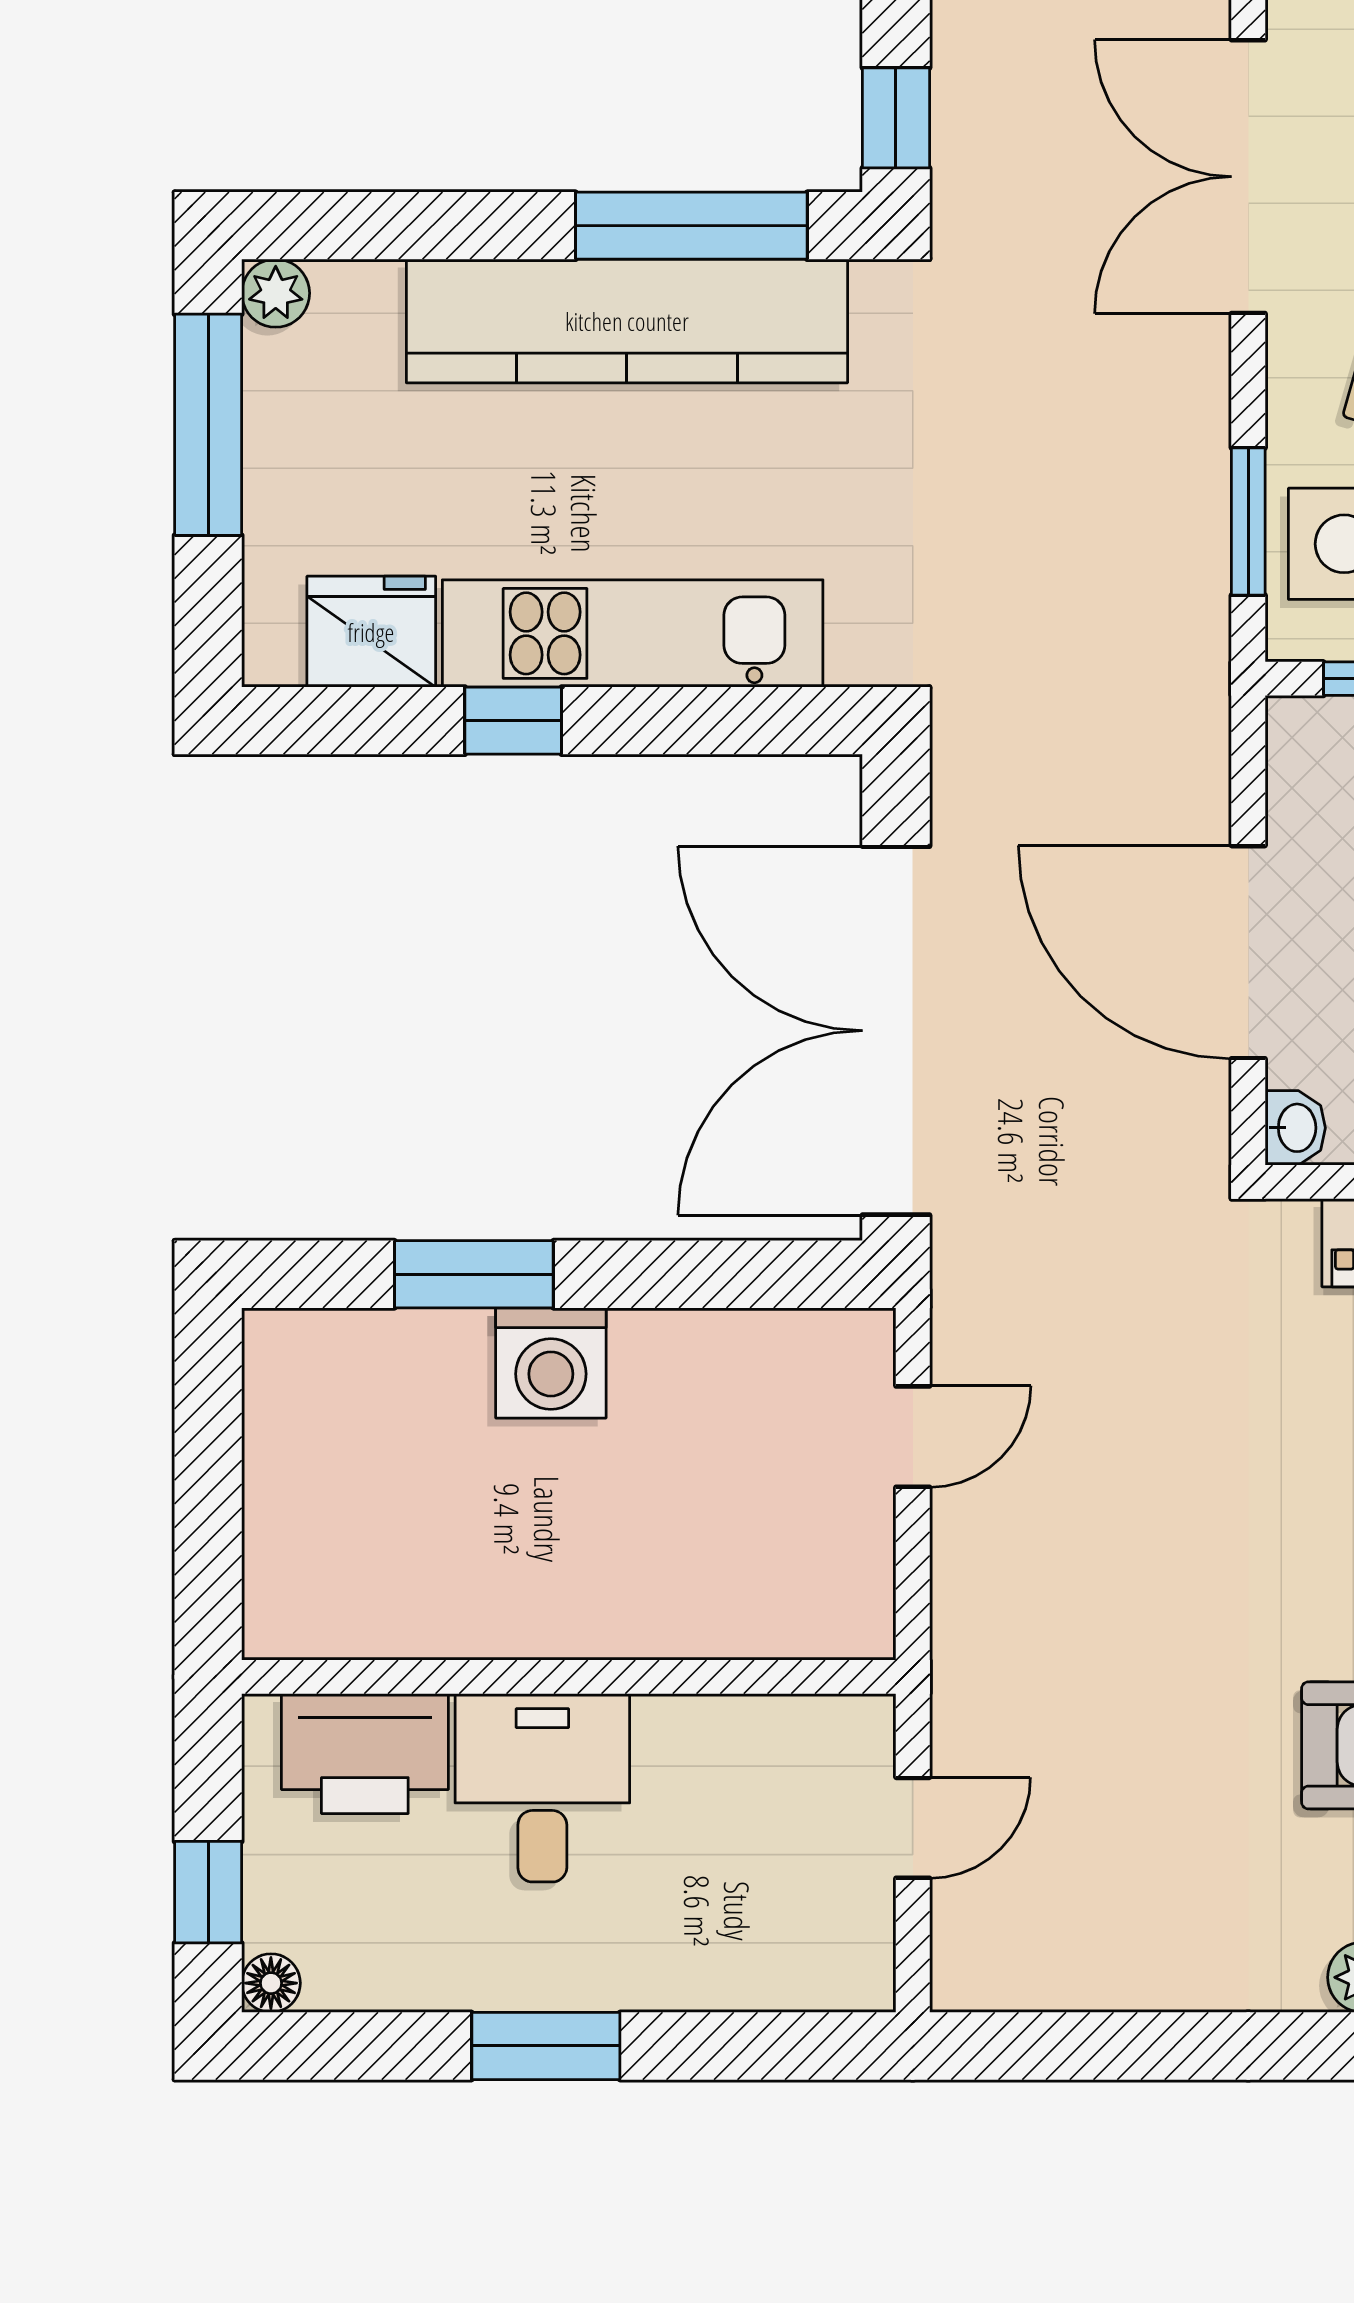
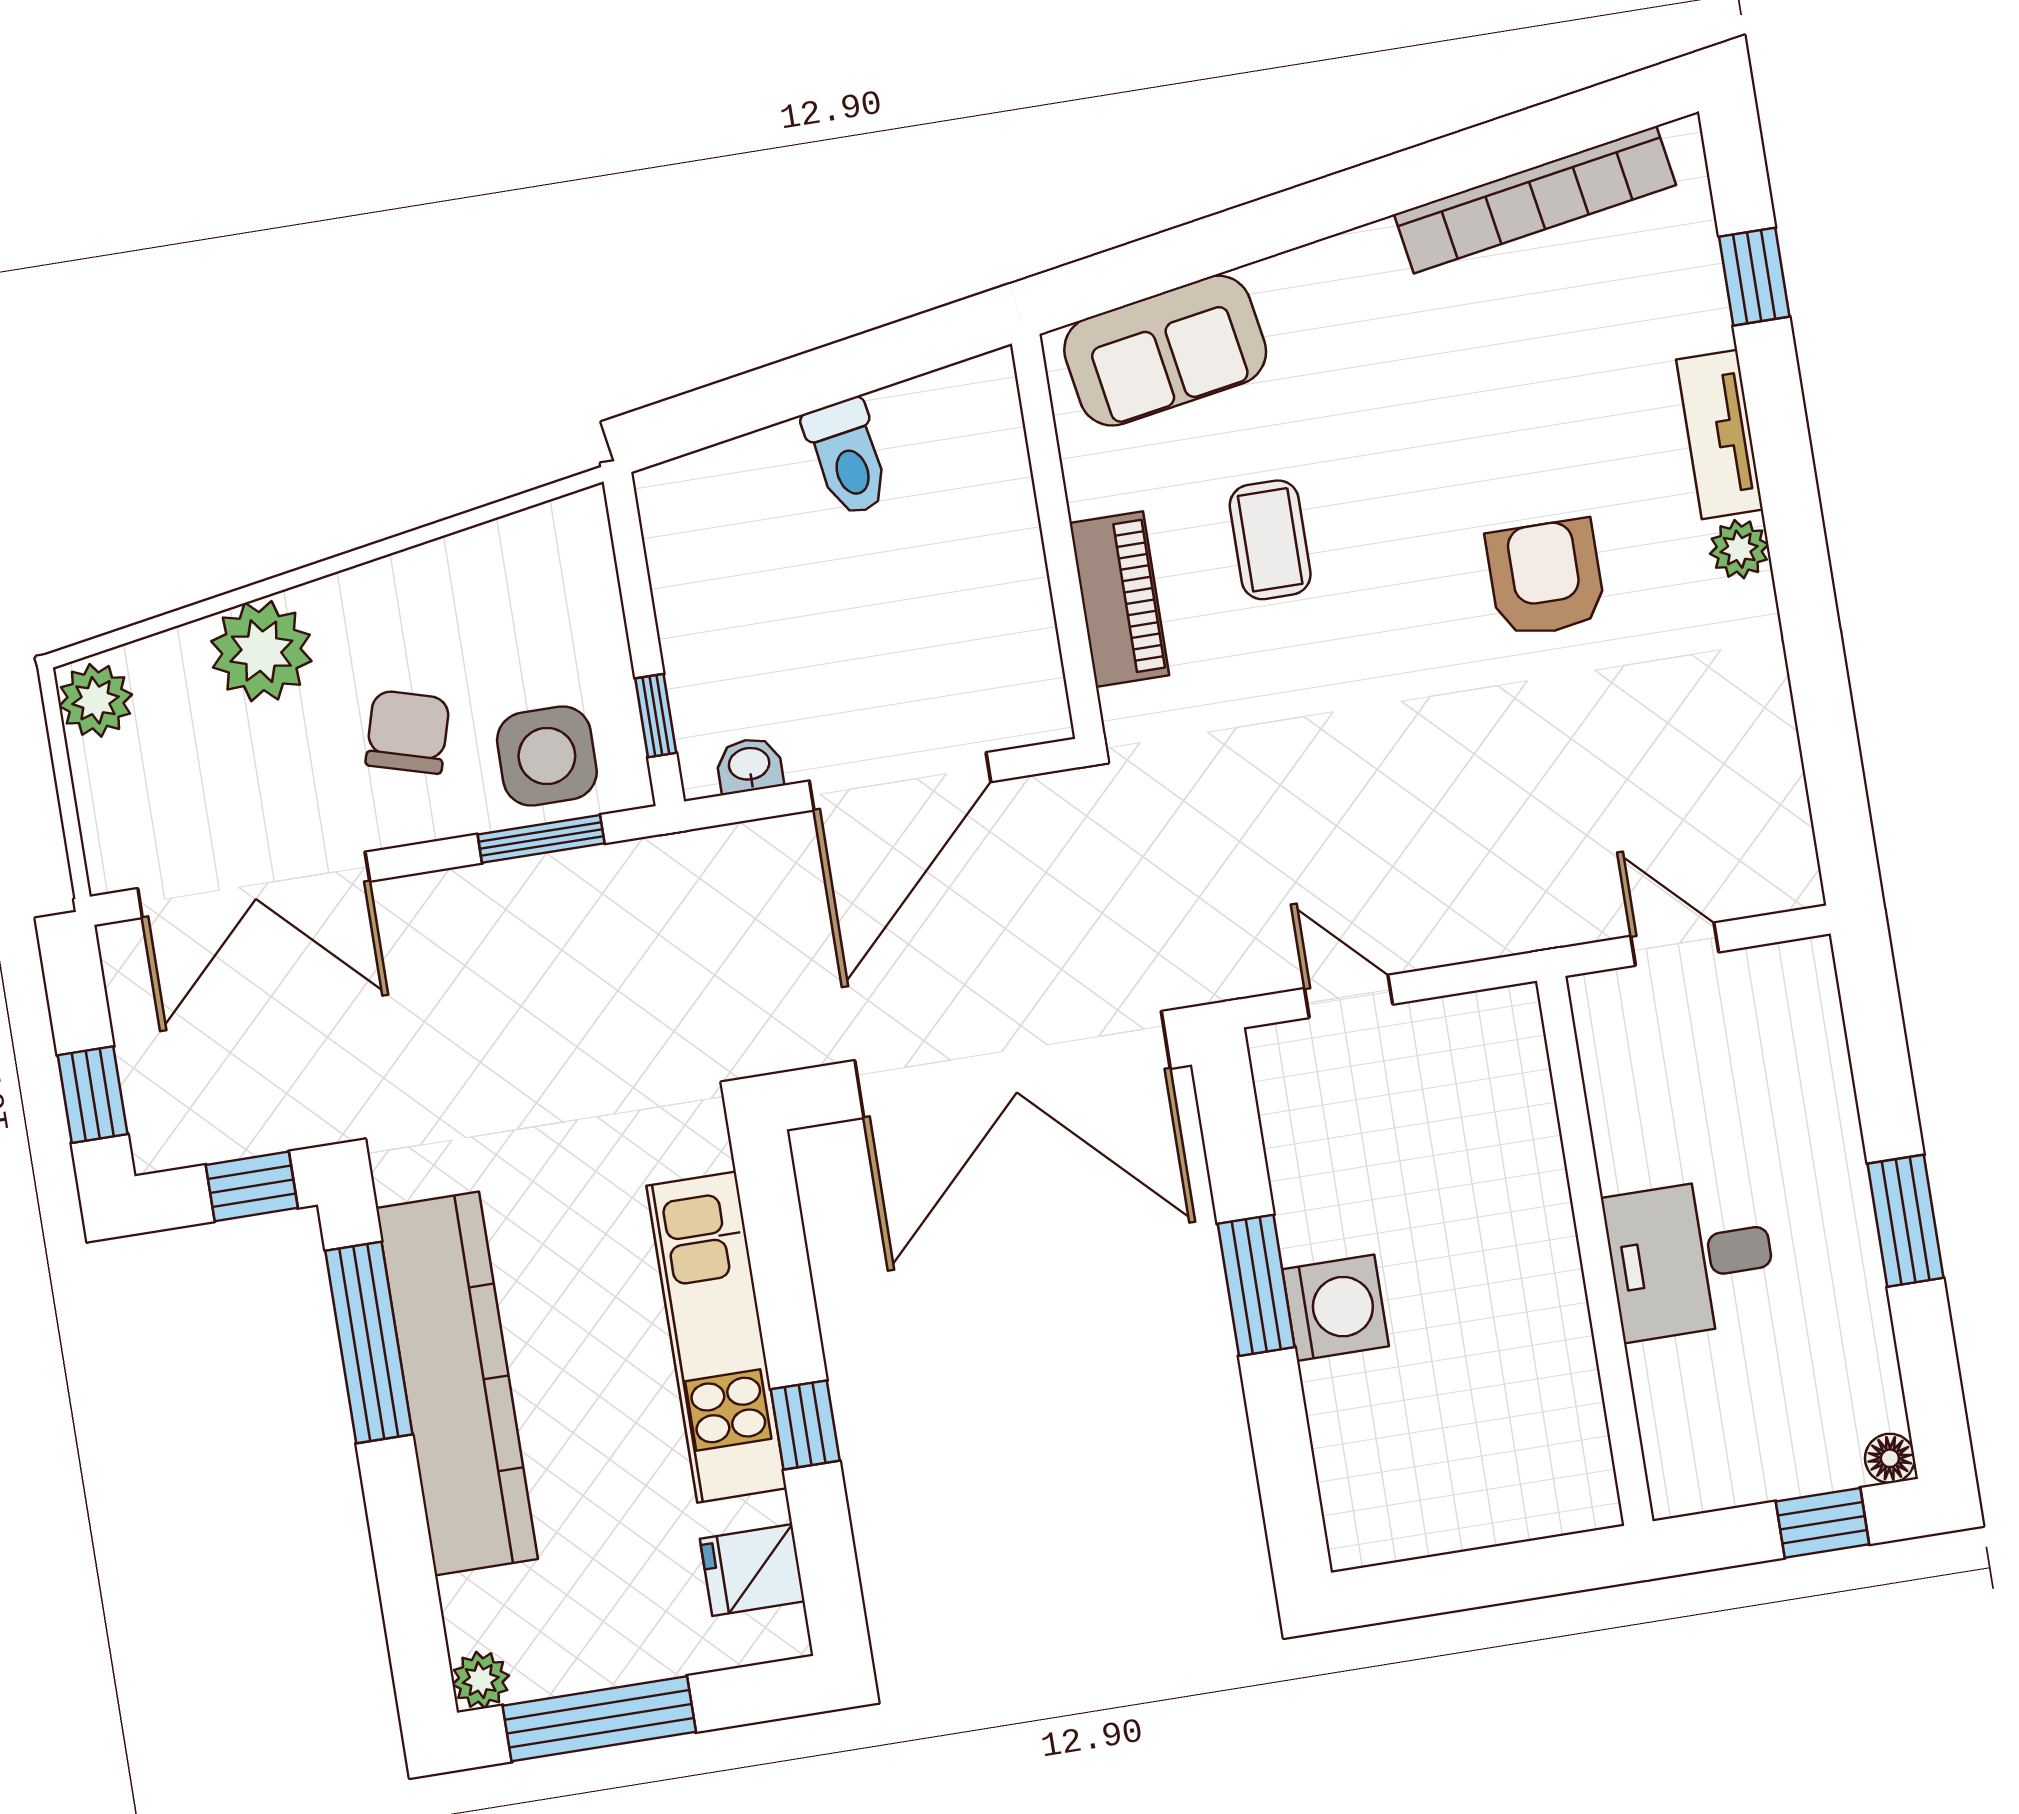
fridge: (371, 632) -> (752, 1570), width x0.72
washbasin: (1295, 1128) -> (749, 765), moved
window: (474, 1274) -> (1256, 1285), moved
printer: (365, 1754) -> (1686, 1411), removed

